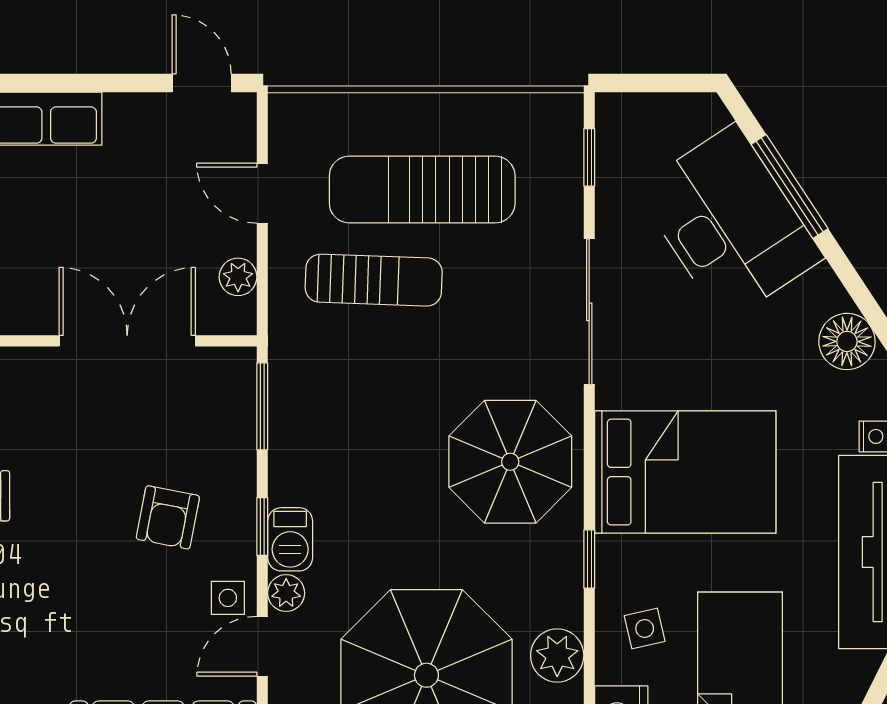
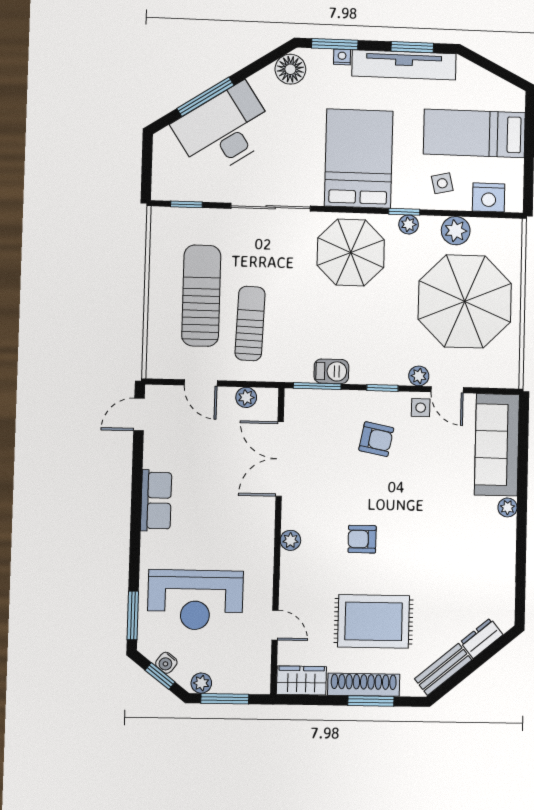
sun lounger: (422, 190) -> (201, 296), turned 180
door: (262, 193) -> (201, 383), hinge flipped
barbecue: (290, 539) -> (331, 371), moved
plant: (566, 568) -> (409, 224), added

